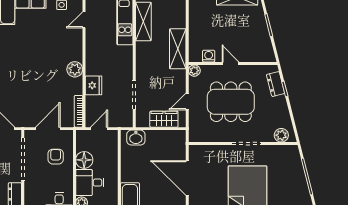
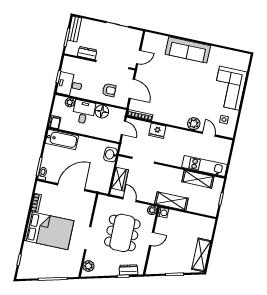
washing machine: (209, 56) -> (163, 213), moved
plant: (75, 69) -> (194, 124), moved

